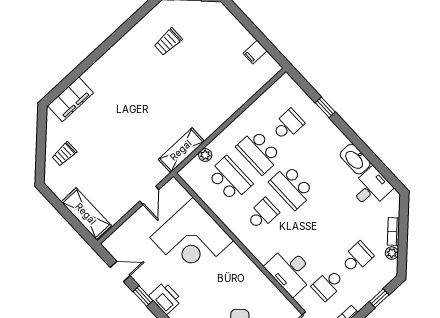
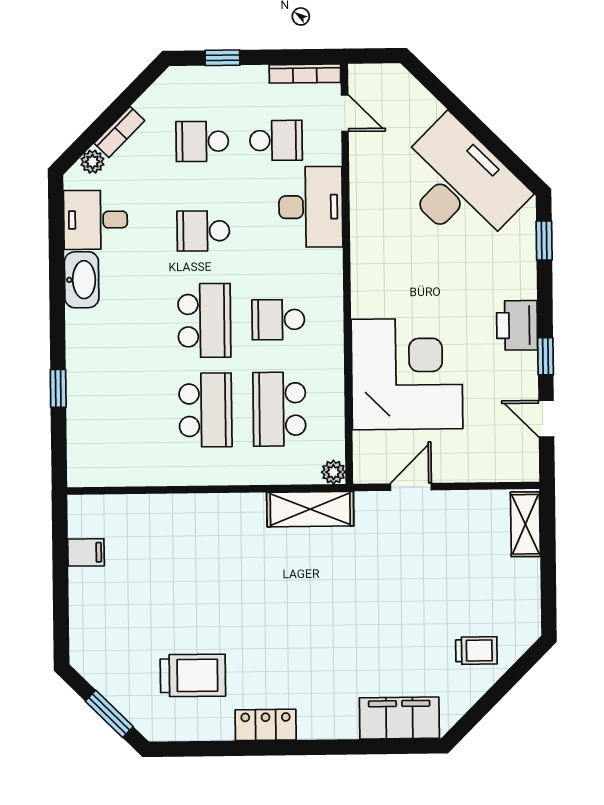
trolley: (168, 42) -> (193, 675), width x1.36, depth x1.39
locker: (121, 48) -> (266, 725), added
school desk: (288, 125) -> (203, 231), moved
plant: (205, 155) -> (333, 472), moved
shelving: (86, 214) -> (525, 524), width x0.67, depth x0.75
plant: (392, 253) -> (92, 162), moved

